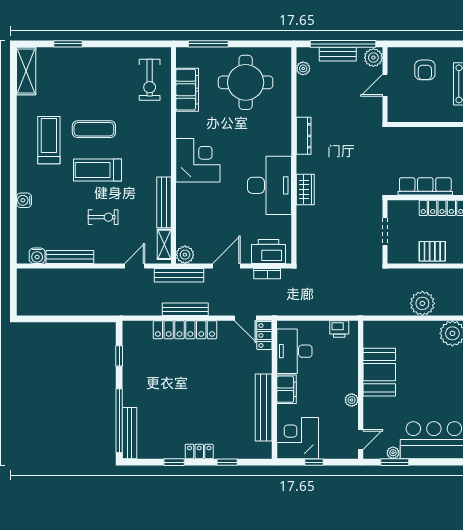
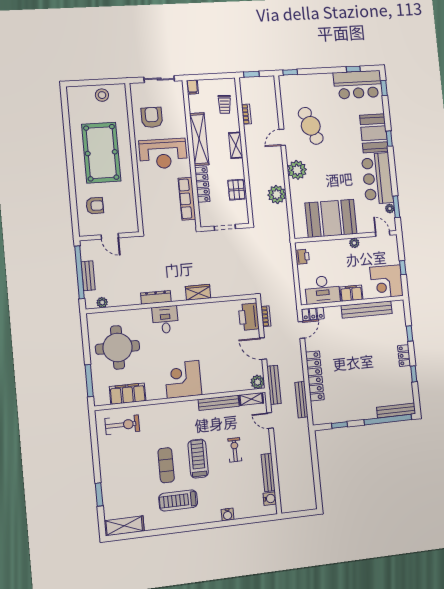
plant: (373, 58) -> (88, 247), removed
treadmill: (97, 170) -> (198, 459), turned 180
desk: (270, 185) -> (165, 320), moved, width x0.53, depth x0.77
bench: (185, 309) -> (301, 400), moved
booth: (379, 372) -> (331, 218), width x1.36, depth x1.42

